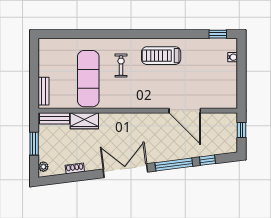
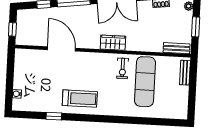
window: (218, 34) -> (54, 116), moved
exercise bike: (121, 65) -> (123, 68), moved
wardrobe: (84, 121) -> (113, 43), moved

